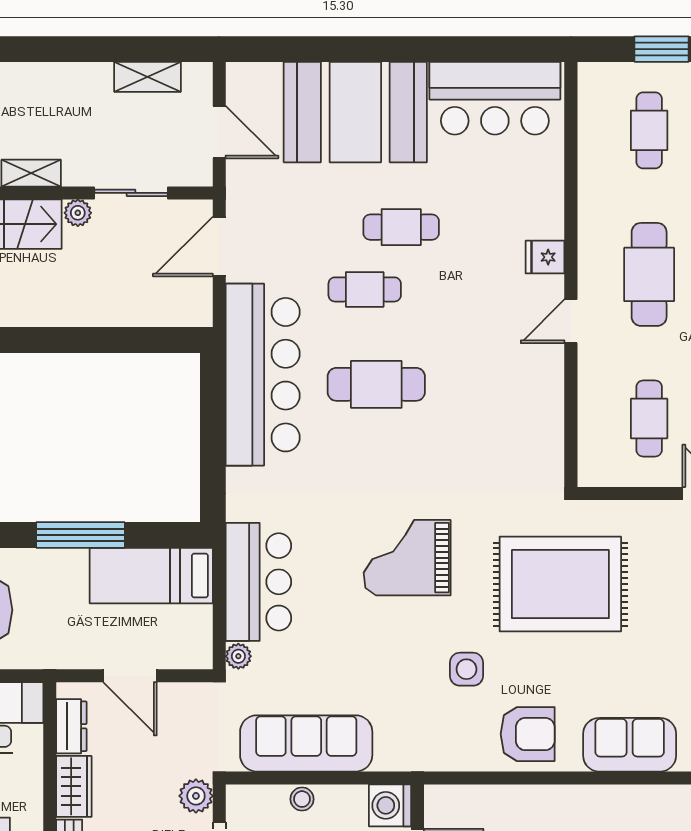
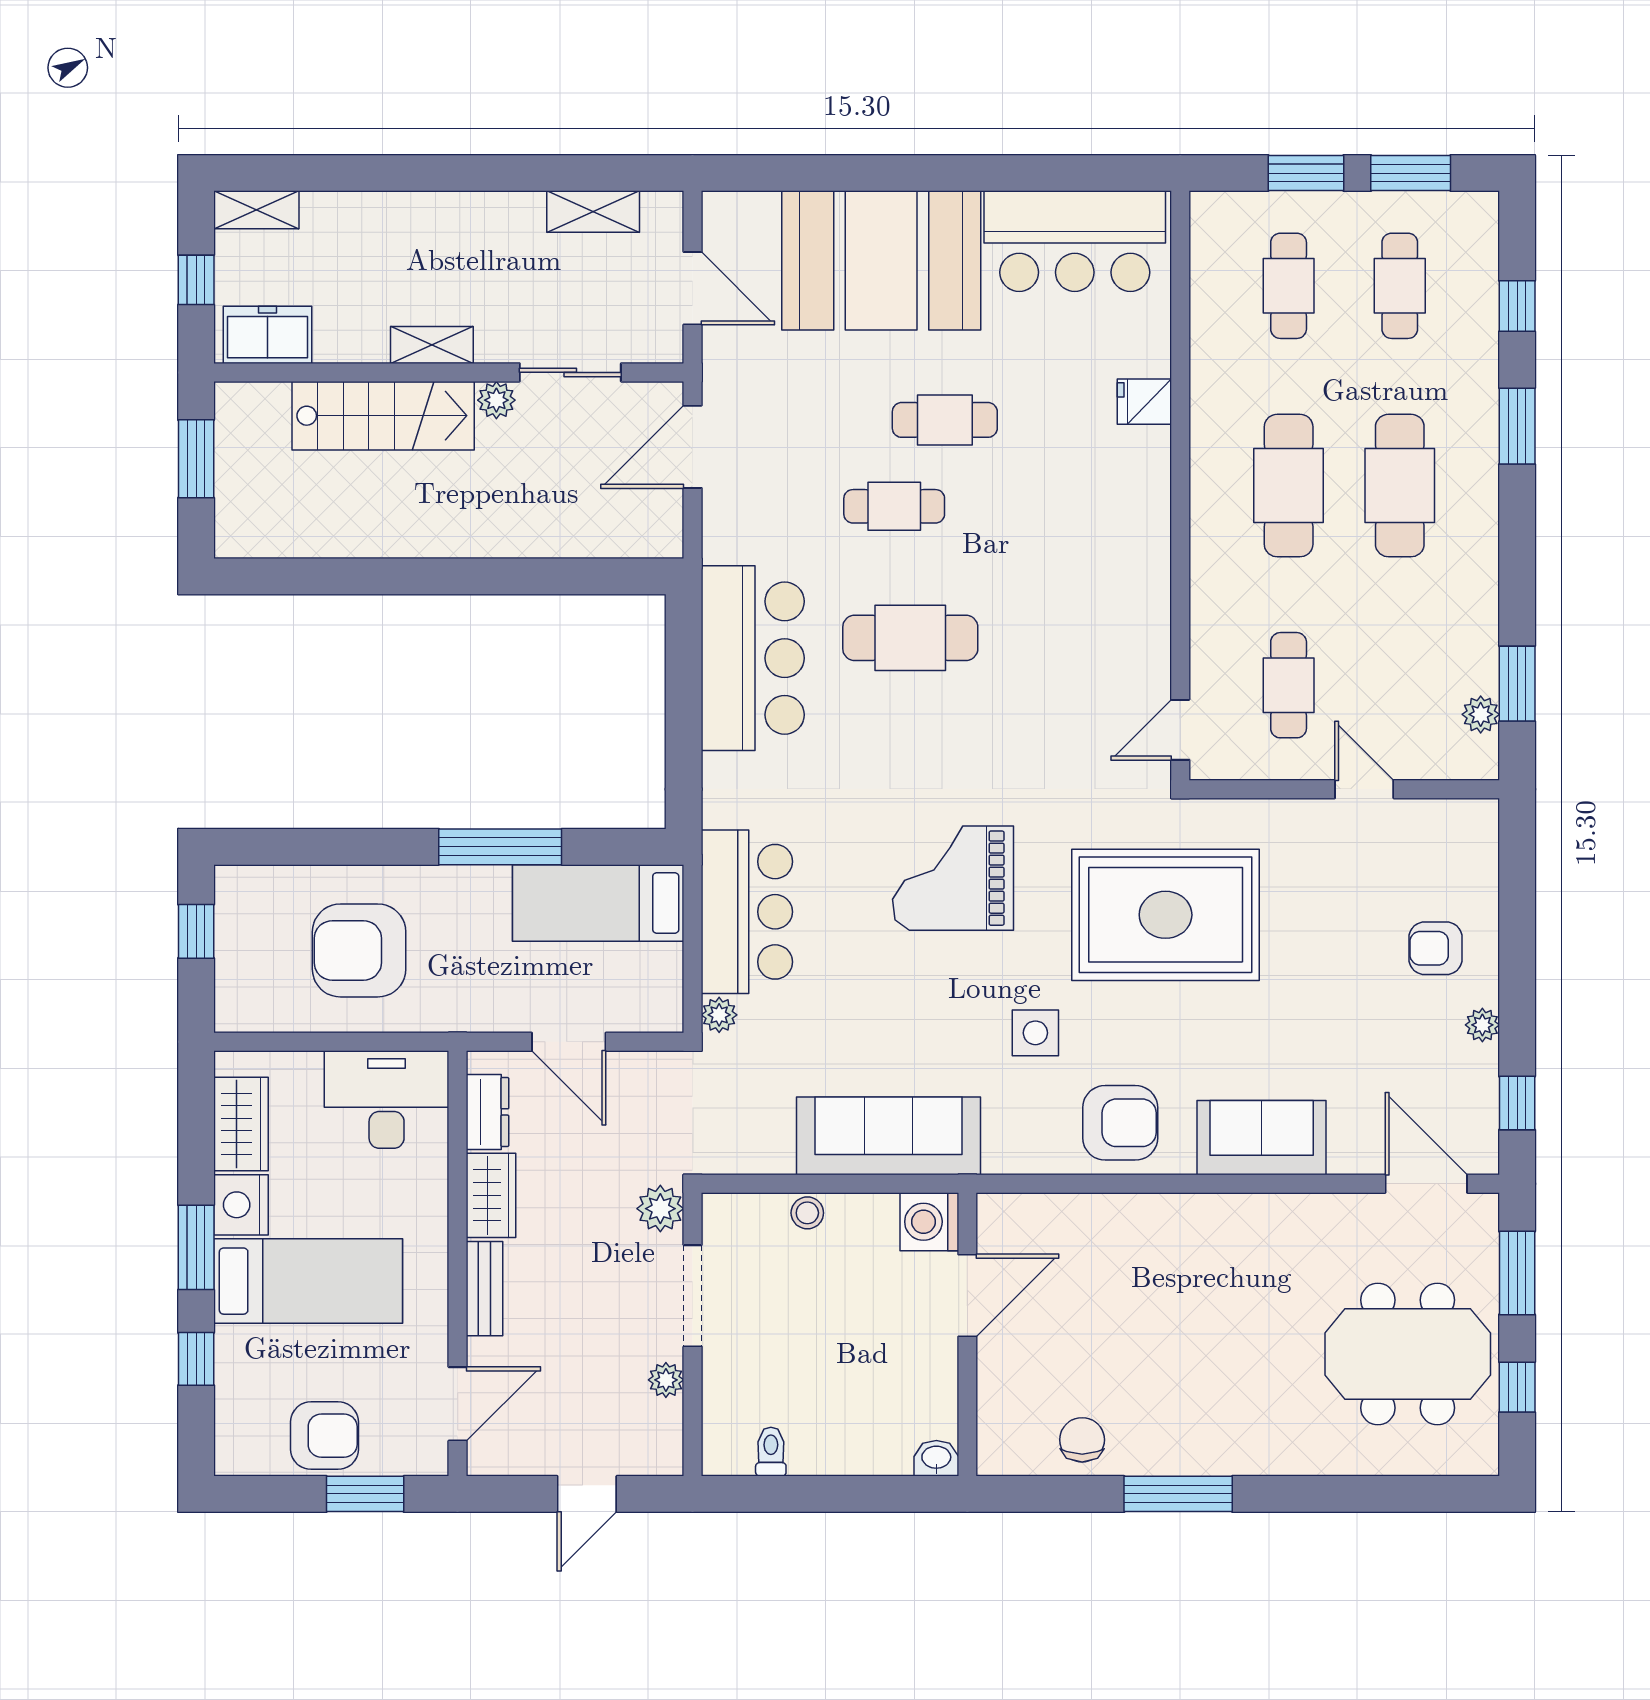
fridge: (545, 257) -> (1144, 402), moved
door: (571, 321) -> (1180, 730), moved
bar counter: (263, 375) -> (753, 658), width x0.73
sofa: (306, 743) -> (889, 1136), moved

